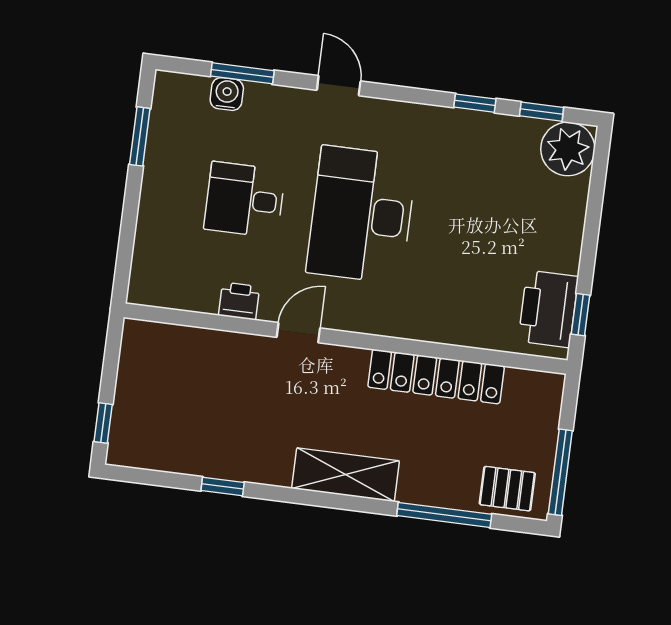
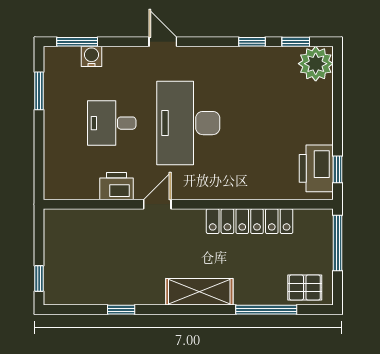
window: (242, 73) -> (77, 42), moved
printer: (239, 301) -> (116, 186), width x1.36, depth x1.24
window: (560, 472) -> (338, 243), moved

